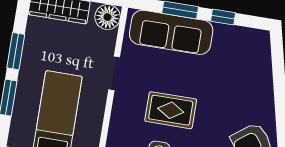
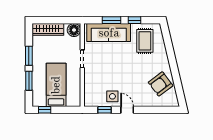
rug: (171, 110) -> (145, 41), moved, turned 90

